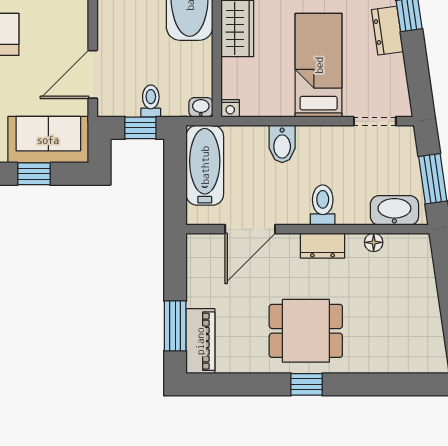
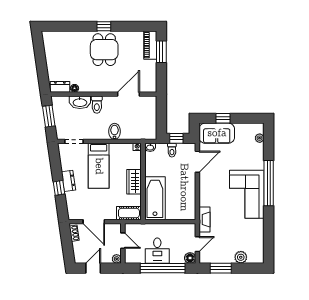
bathtub: (205, 165) -> (148, 122), removed
washbasin: (394, 210) -> (80, 102), moved
dresser: (323, 246) -> (60, 87), moved
dining table: (306, 331) -> (104, 50), turned 90

